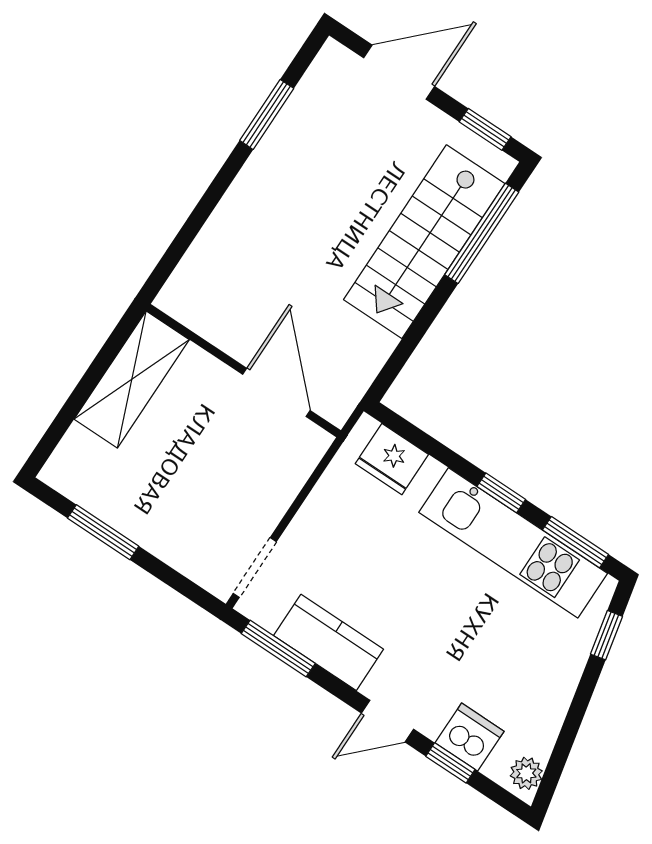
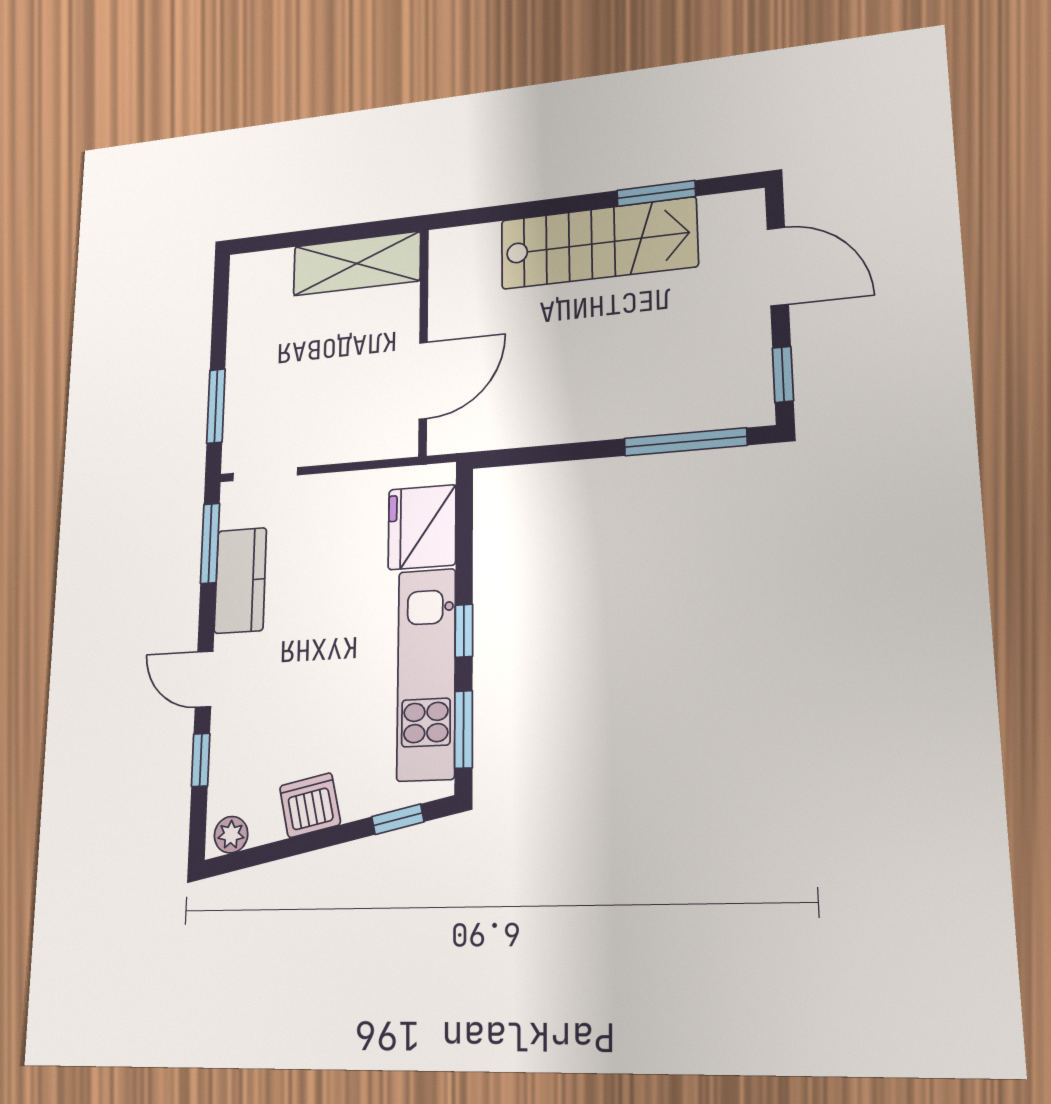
stairs: (424, 242) -> (598, 243), moved, turned 180
fridge: (392, 459) -> (422, 527), width x1.36, depth x1.34
window: (103, 532) -> (216, 406), moved
dishwasher: (470, 737) -> (310, 805), moved, turned -102

